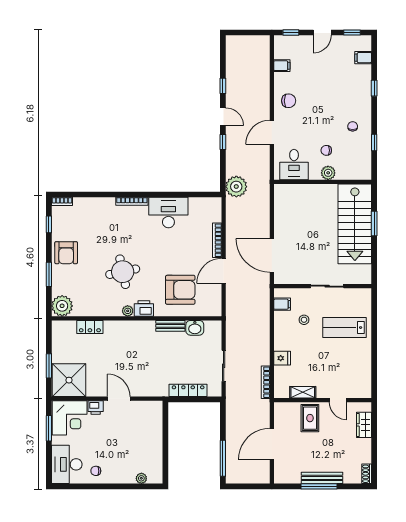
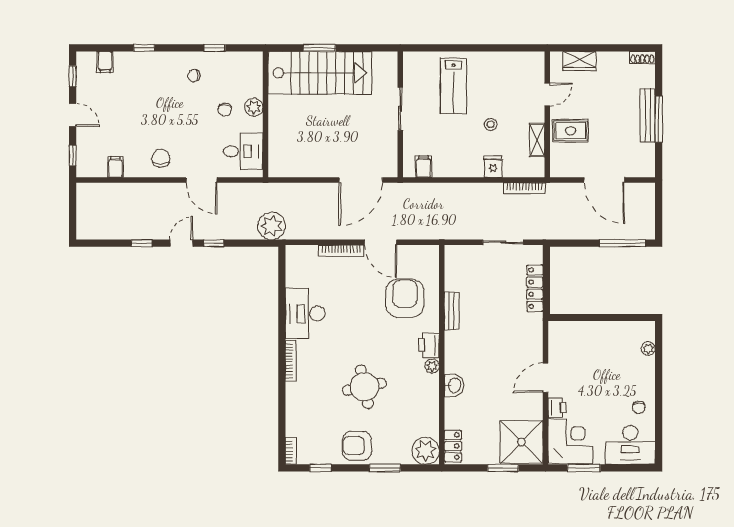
armchair: (66, 253) -> (357, 446), turned 180
round table: (123, 272) -> (364, 387), moved
stool: (304, 320) -> (491, 124), moved
locker: (90, 327) -> (453, 446), moved
washbasin: (195, 328) -> (454, 385), moved

